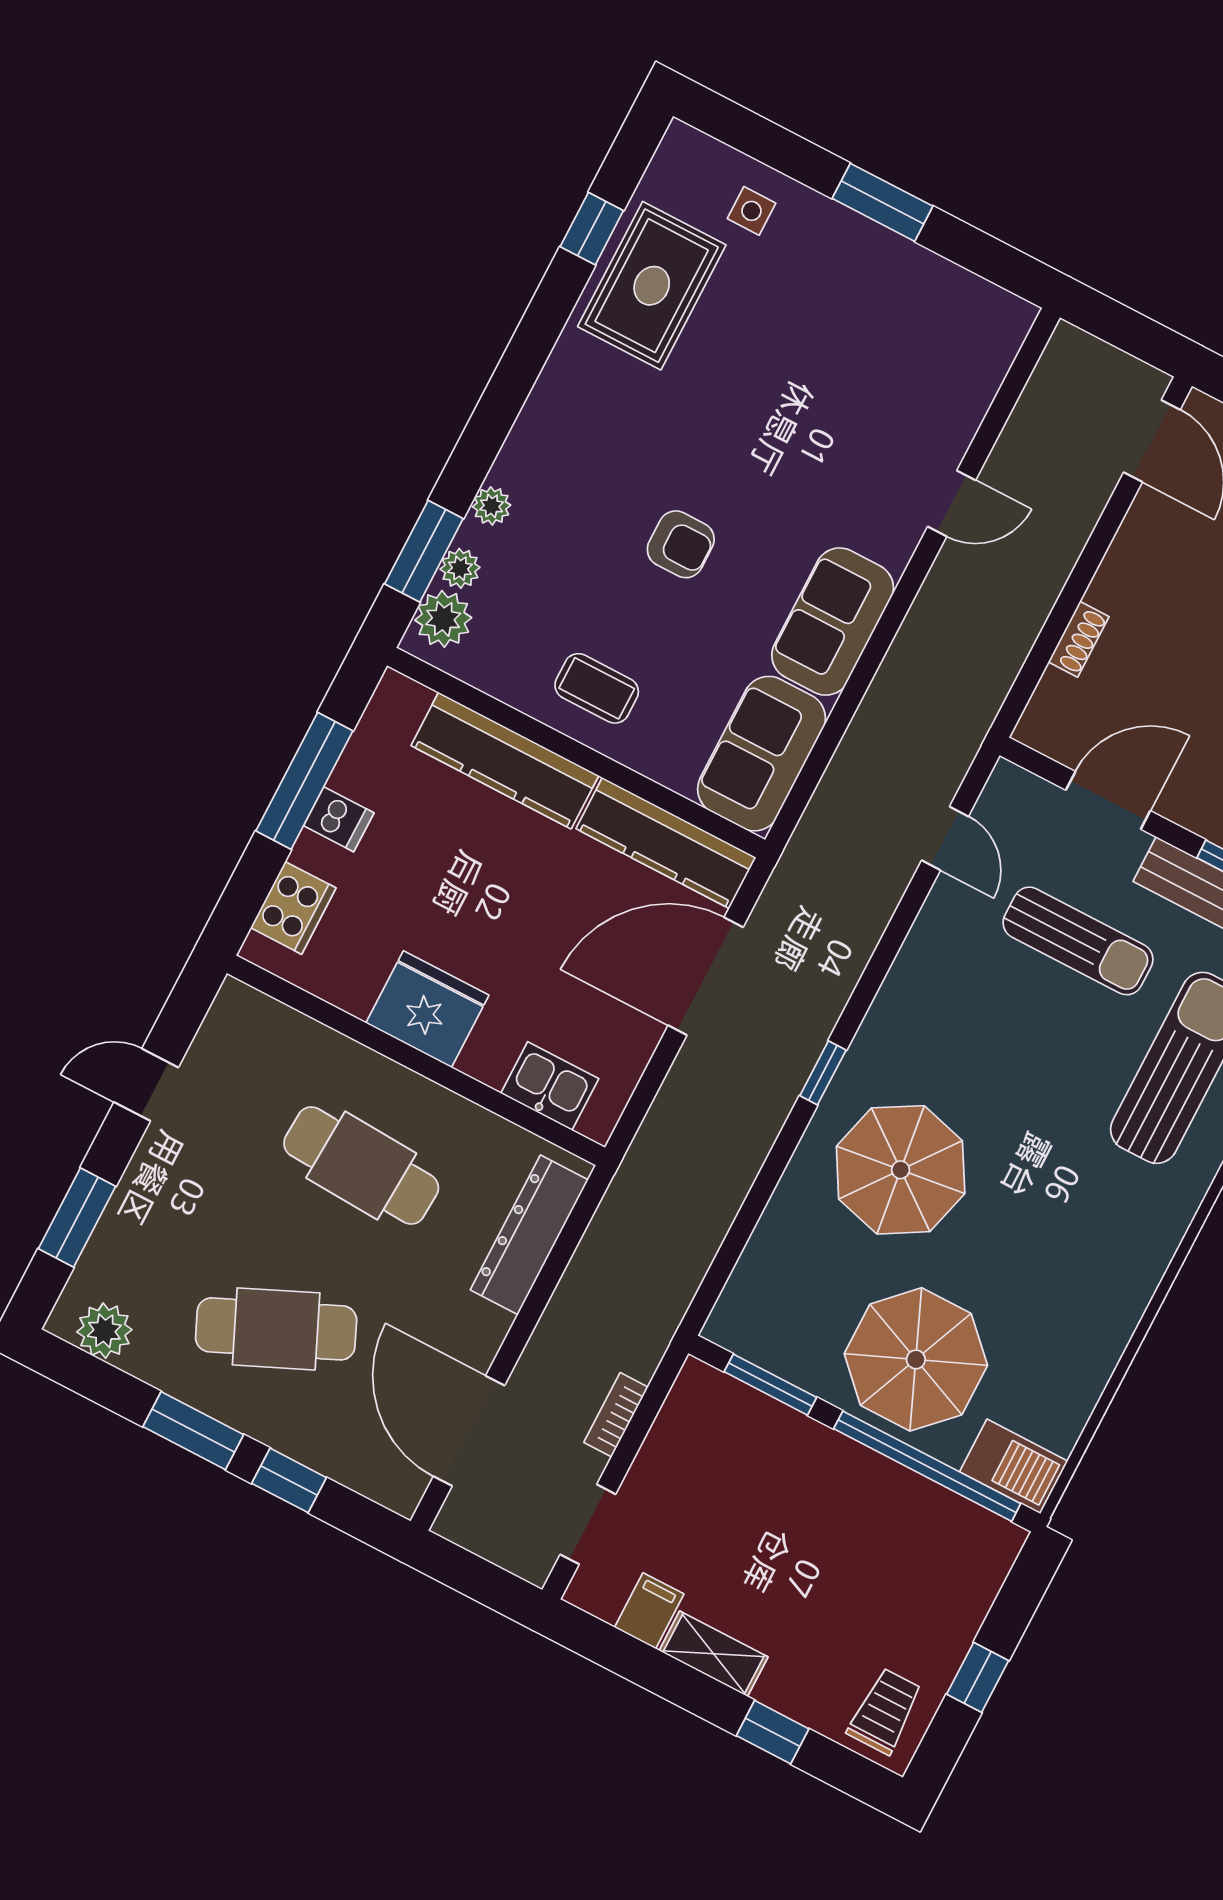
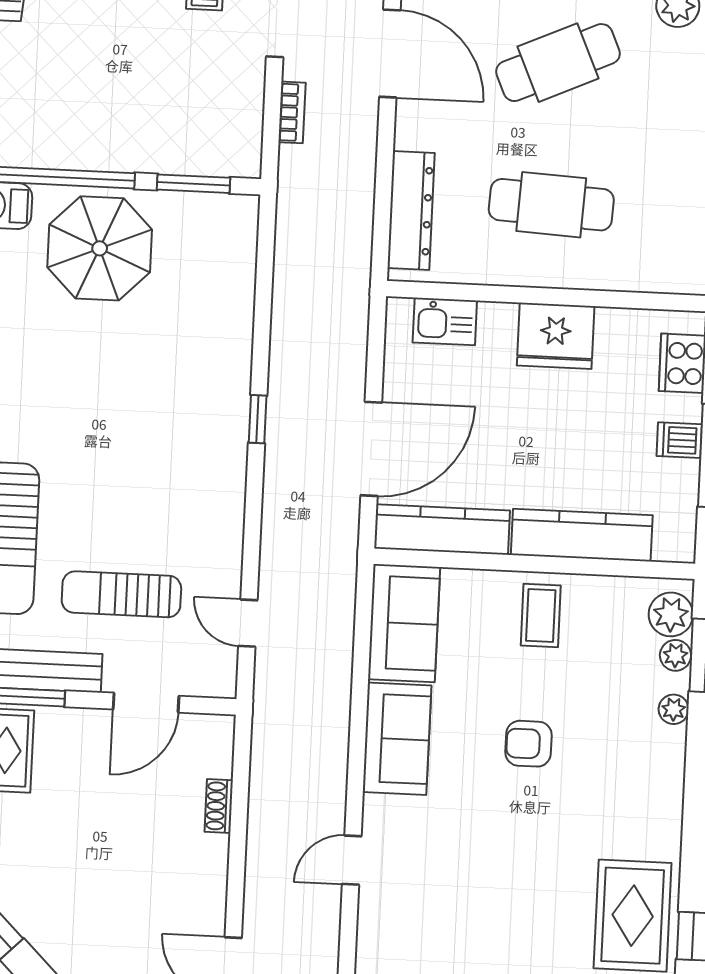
coffee table: (597, 688) -> (541, 615), turned 90
parasol: (901, 1170) -> (172, 376), removed

